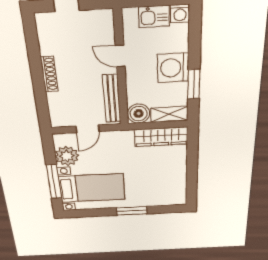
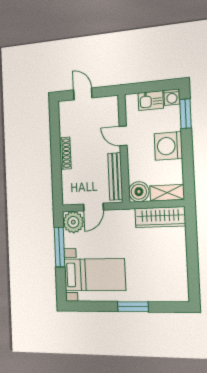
window: (194, 84) -> (185, 114), moved
plant: (67, 156) -> (73, 222), moved
window: (54, 182) -> (59, 247), moved

